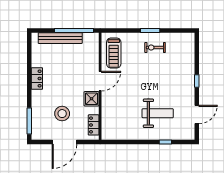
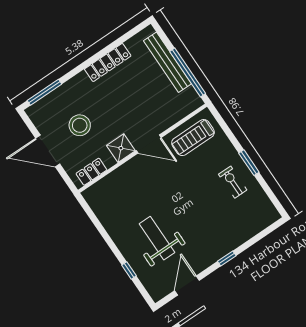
locker: (37, 78) -> (108, 62), width x1.53
weight bench: (158, 113) -> (157, 238), turned 180
door: (197, 114) -> (187, 286), swing flipped

